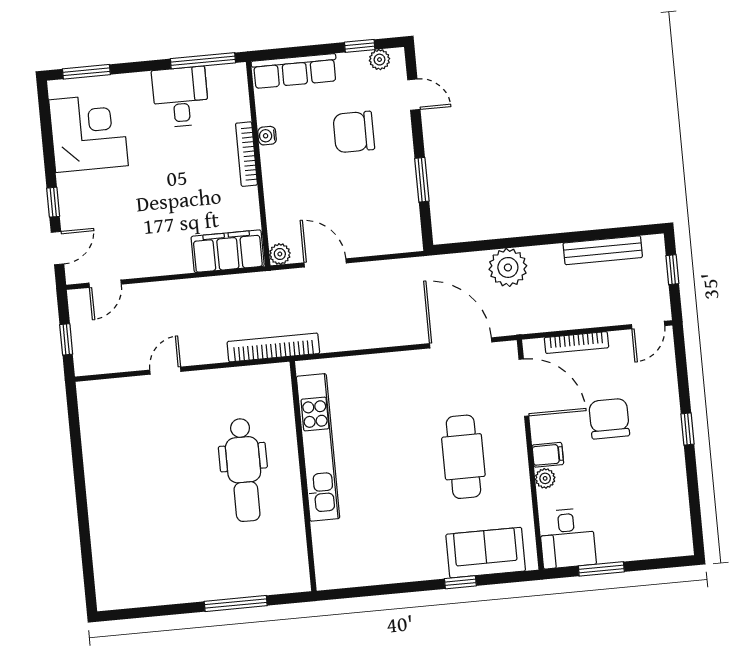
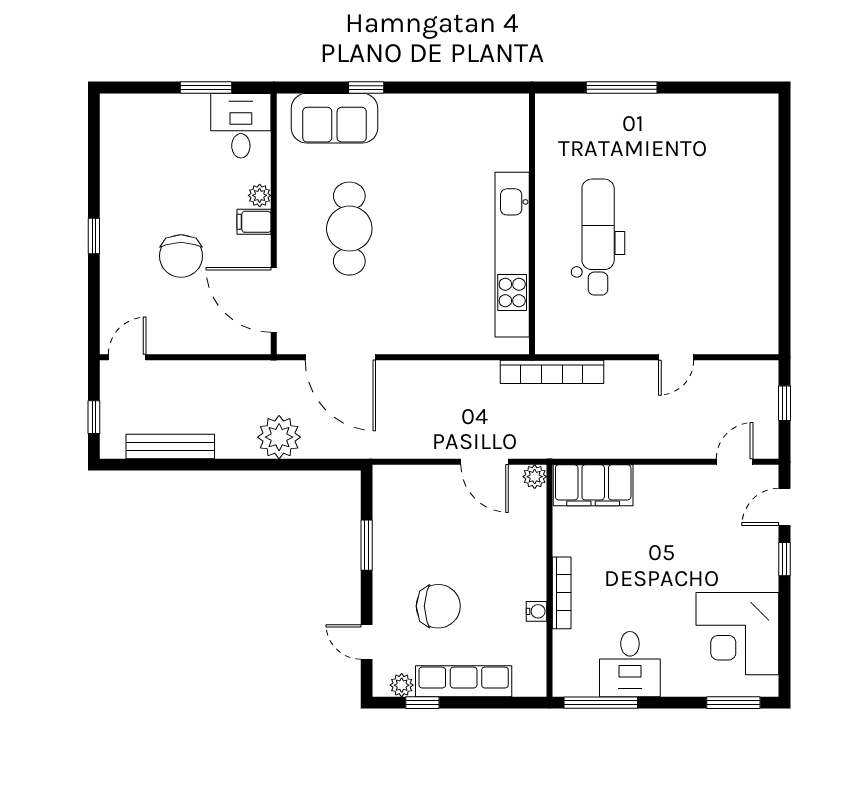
row of seats: (295, 71) -> (464, 681), moved
bookcase: (577, 343) -> (210, 345), removed

